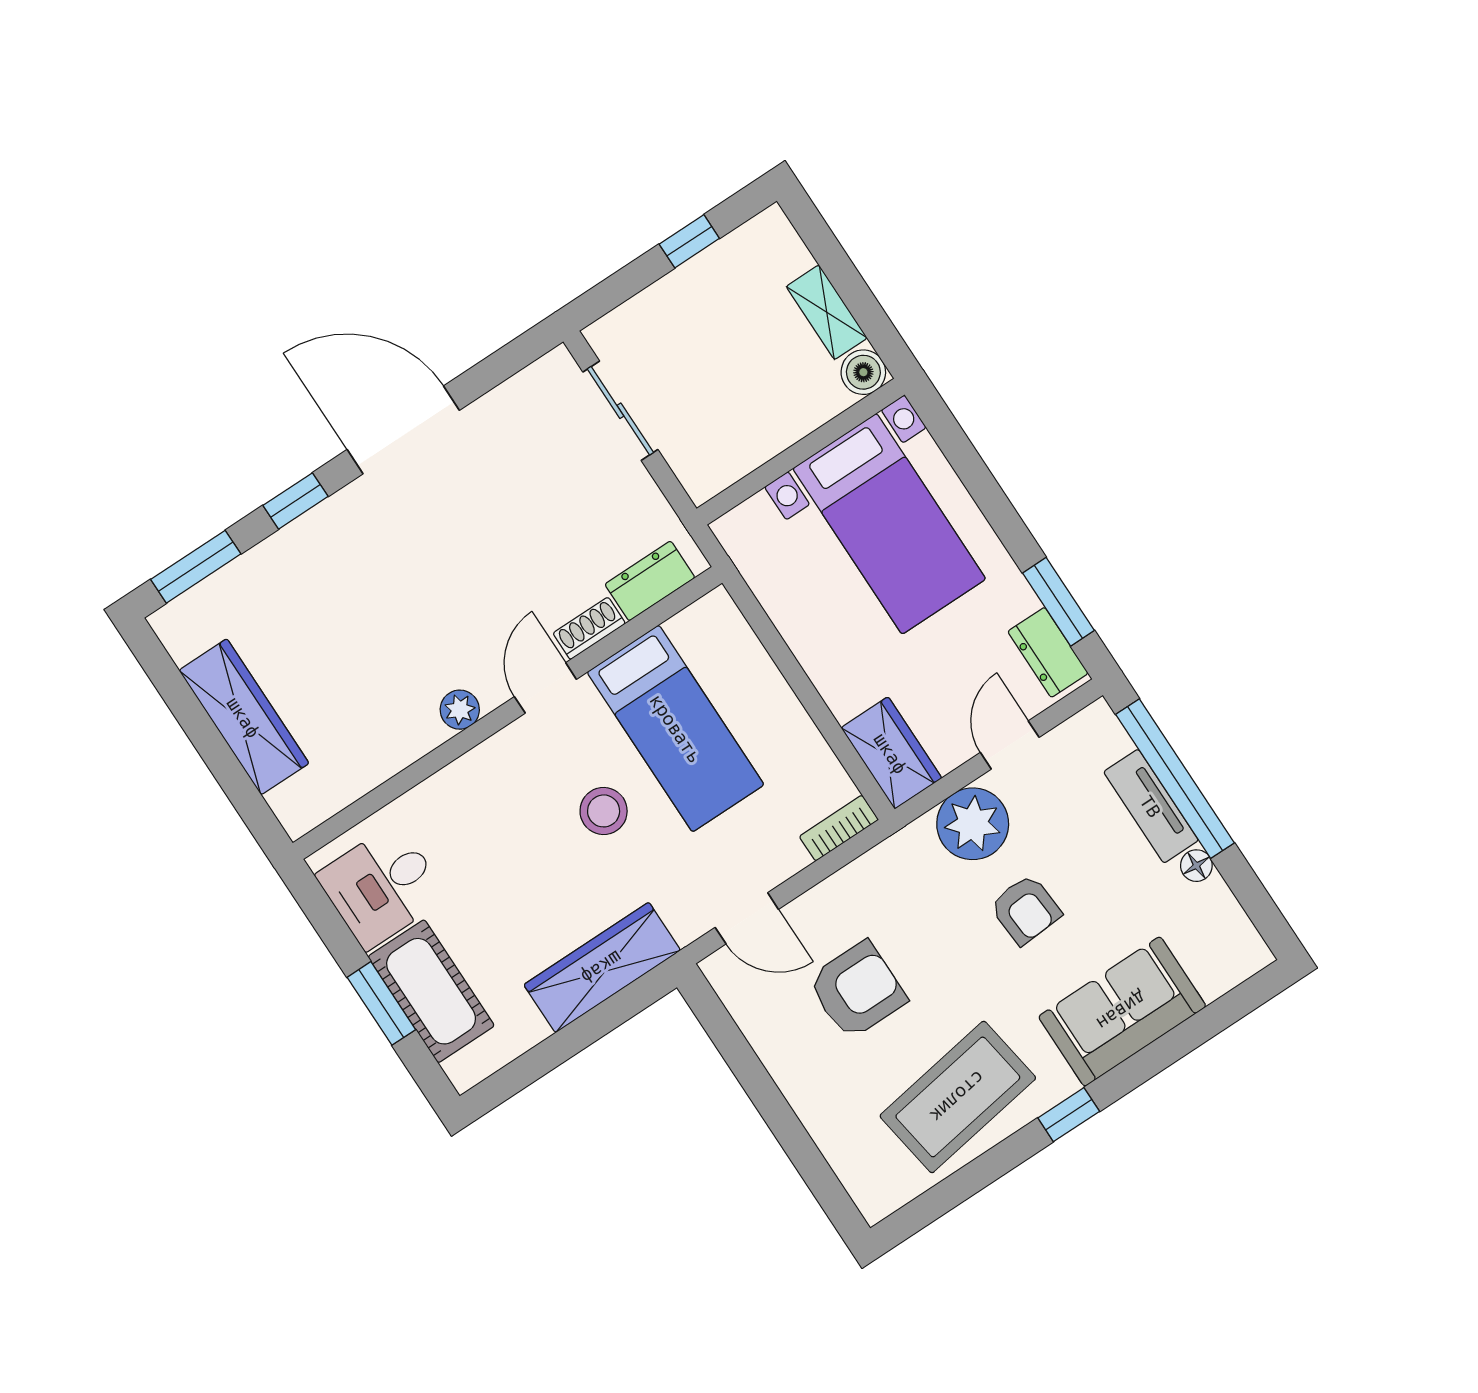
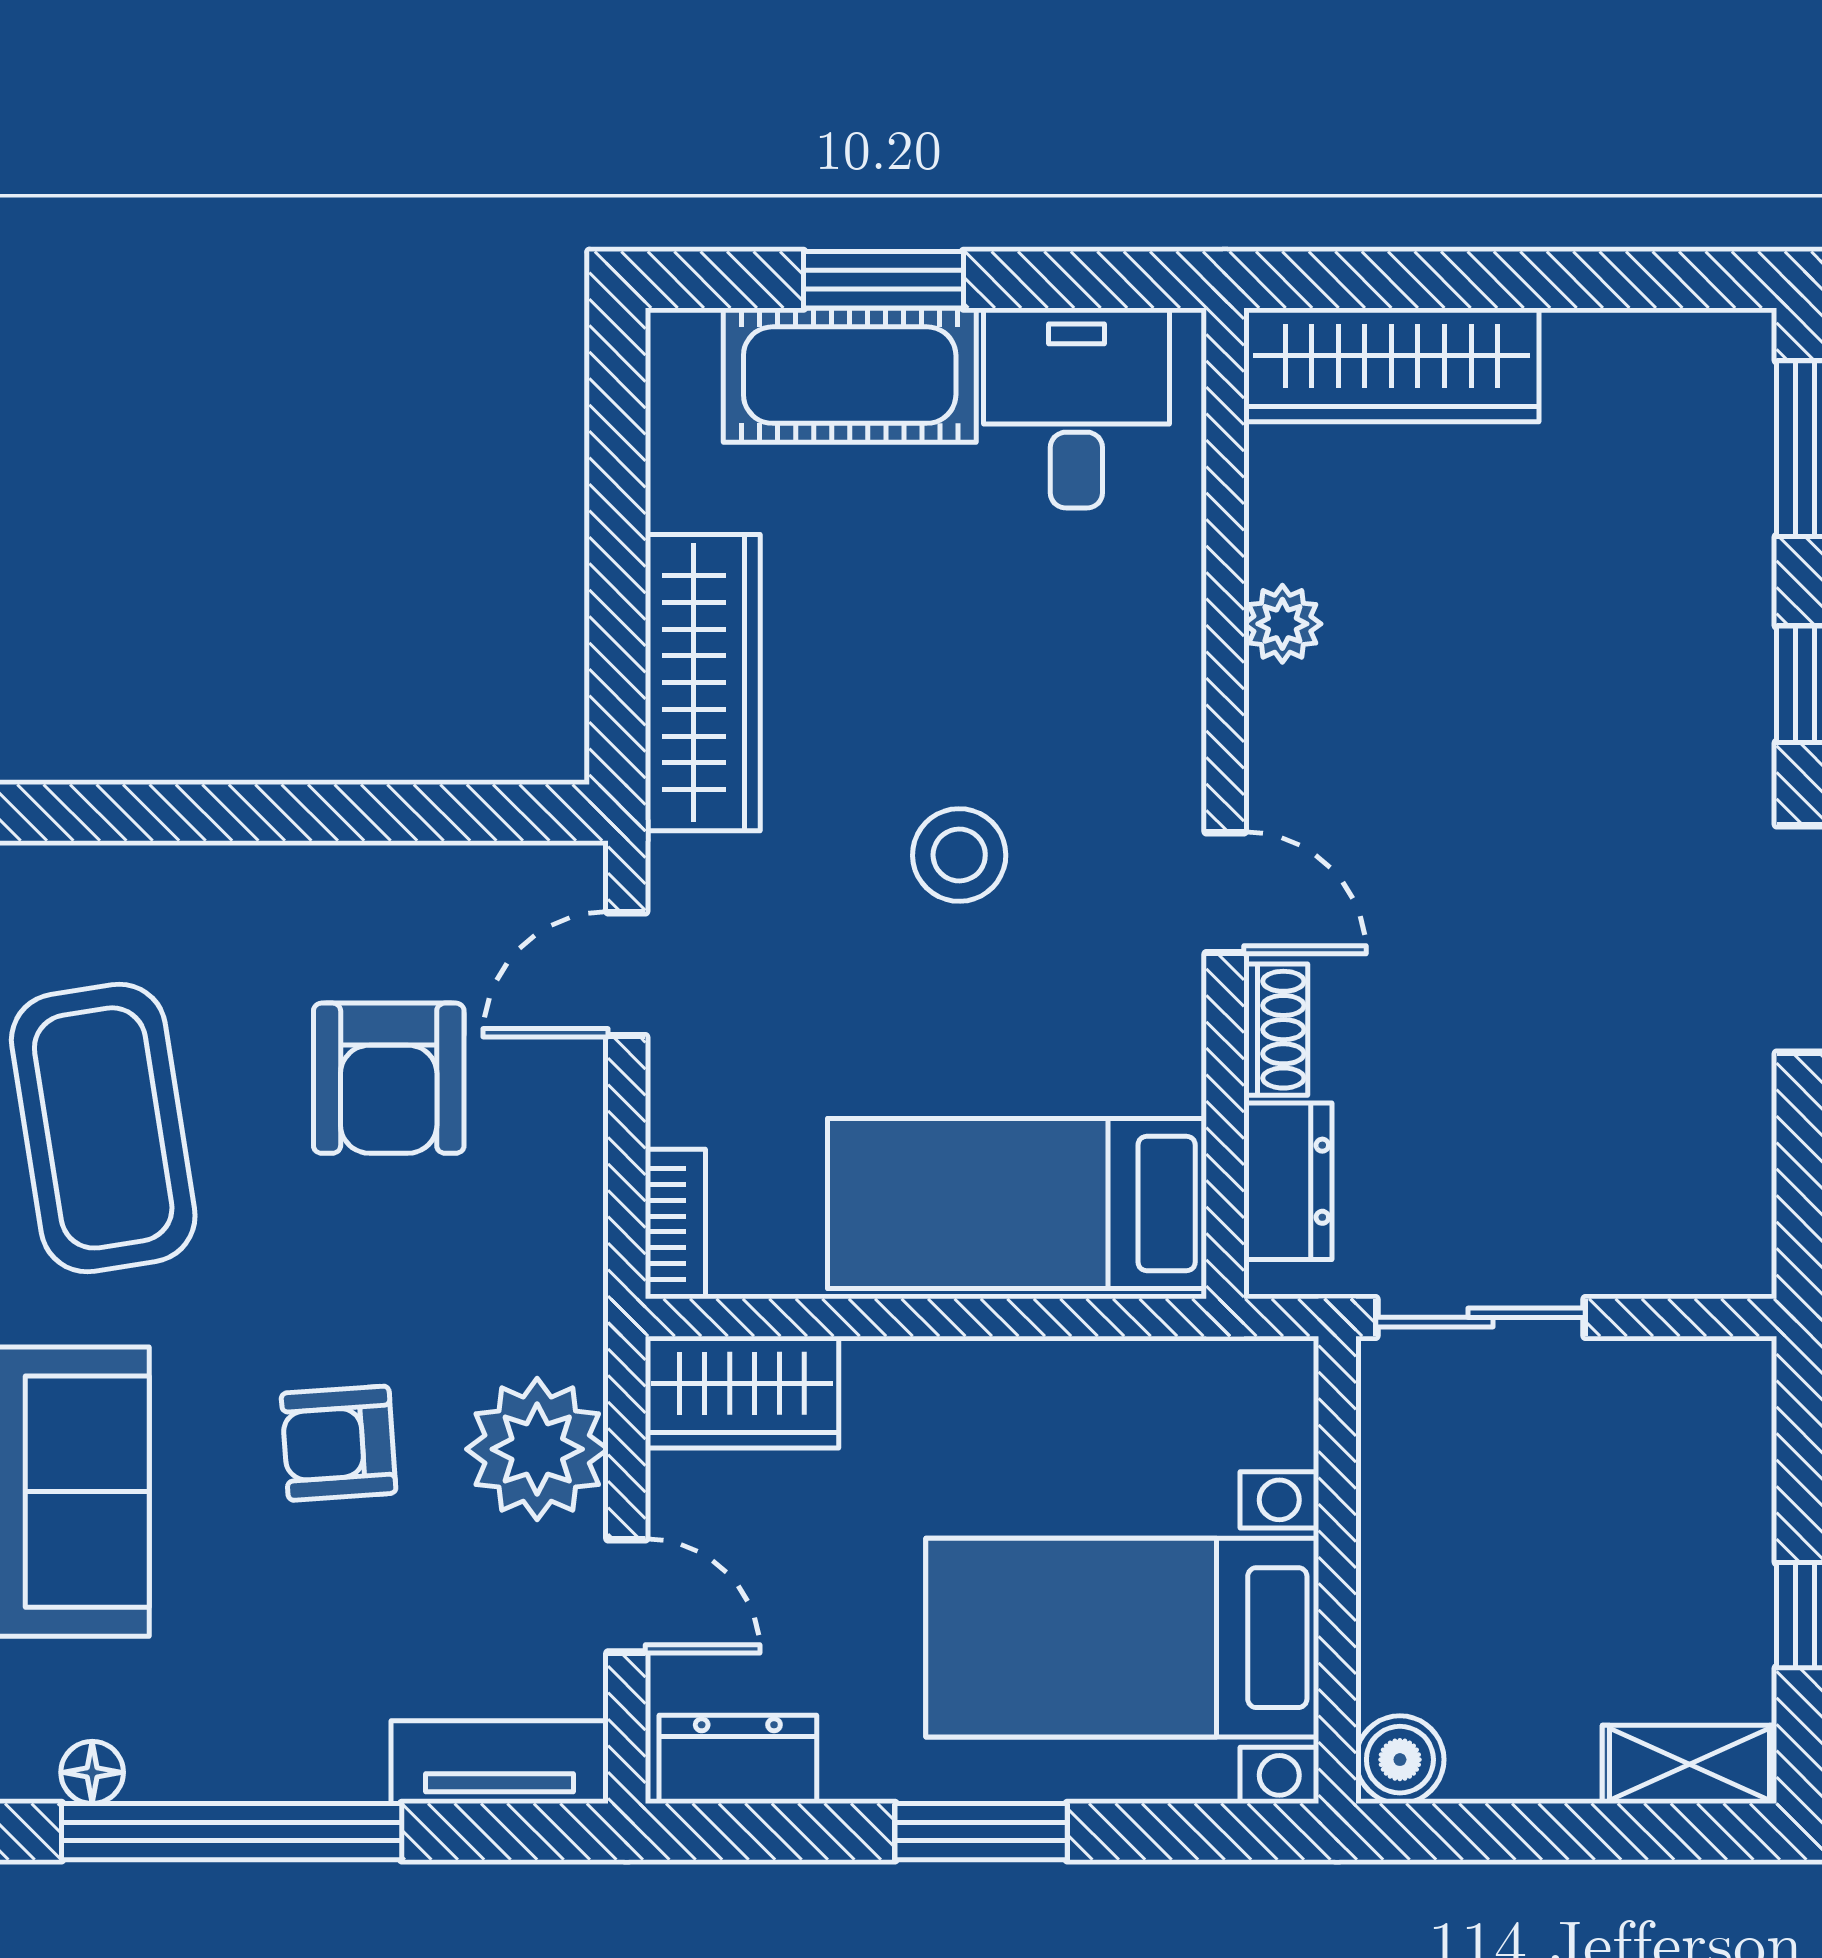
shelving: (827, 312) -> (1690, 1764), moved
sliding door: (620, 411) -> (1481, 1317), moved
window: (1058, 602) -> (981, 1832), moved
plant: (460, 710) -> (1282, 624), moved
wardrobe: (244, 717) -> (1391, 365), moved
bed: (676, 728) -> (1017, 1203), moved
window: (1175, 779) -> (232, 1832), moved
tv unit: (1151, 806) -> (500, 1762), moved
floor lamp: (1196, 866) -> (92, 1772), moved

